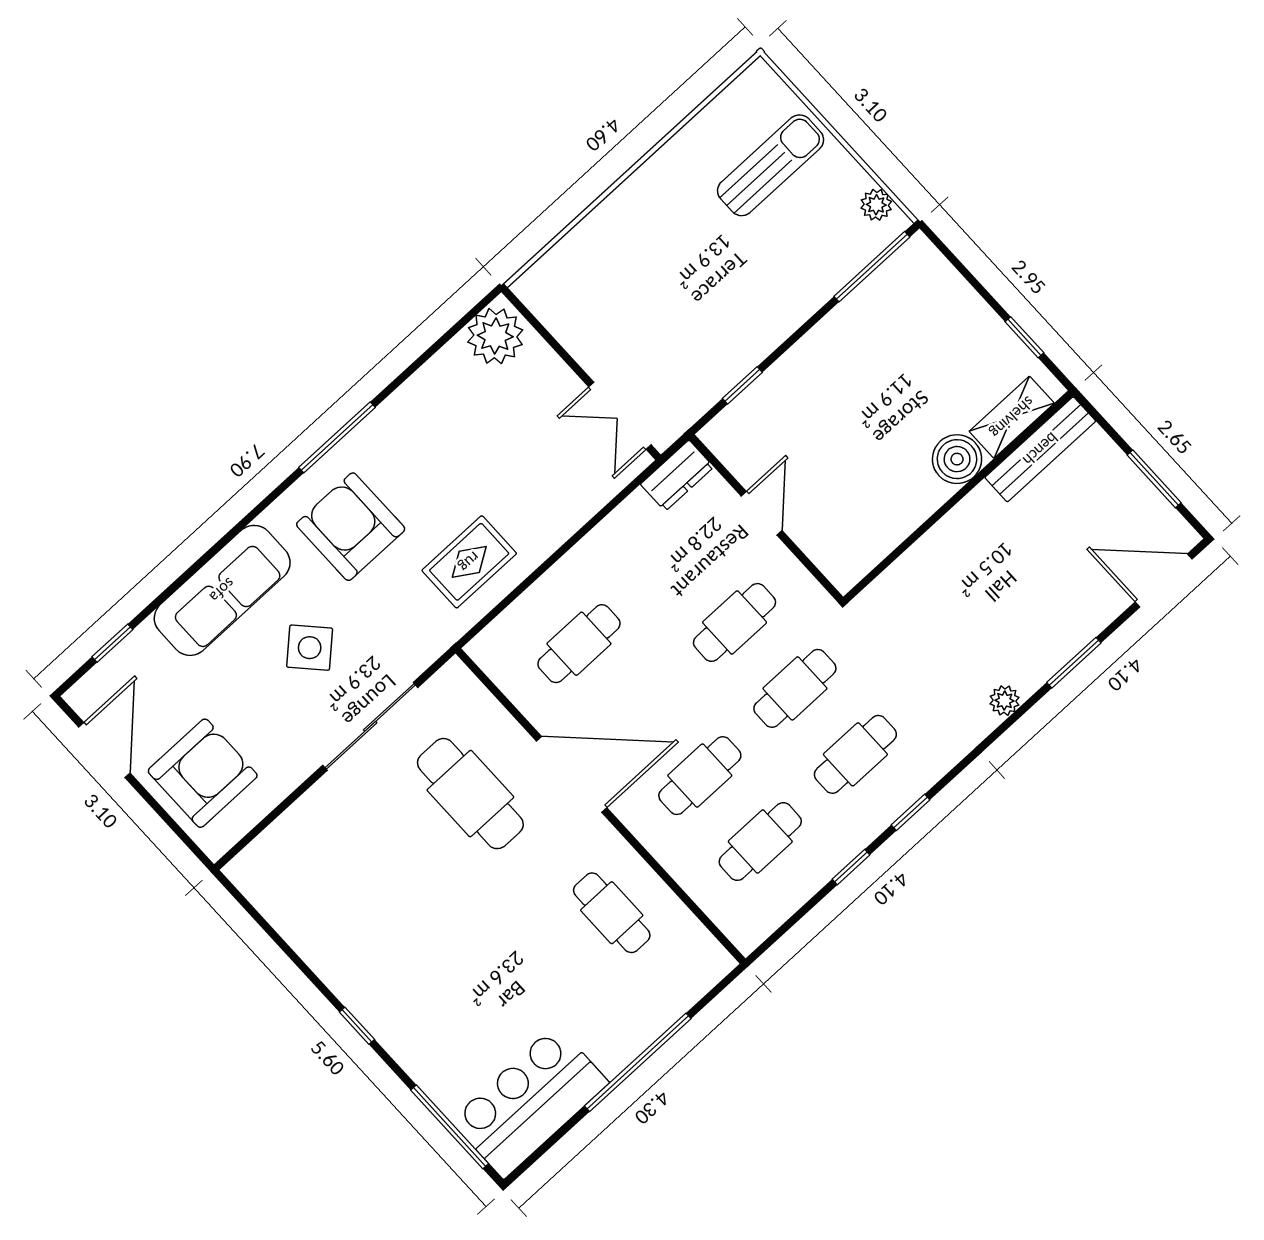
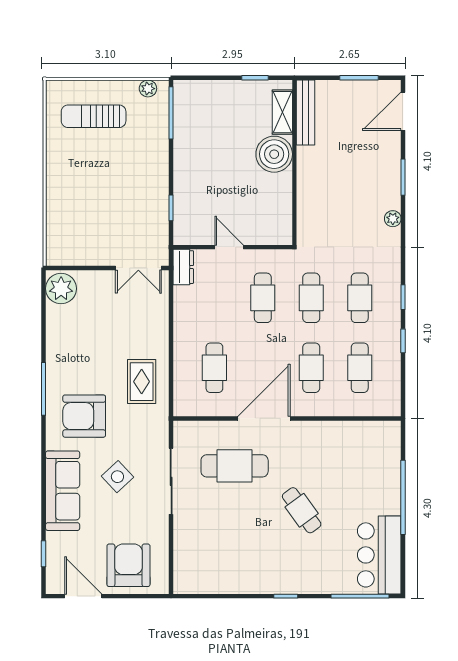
sun lounger: (771, 165) -> (94, 116), turned -90
boiler: (957, 459) -> (274, 154), width x1.37, depth x1.37
cafe table: (612, 913) -> (302, 510), moved, turned 54

